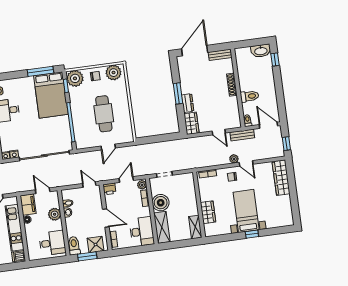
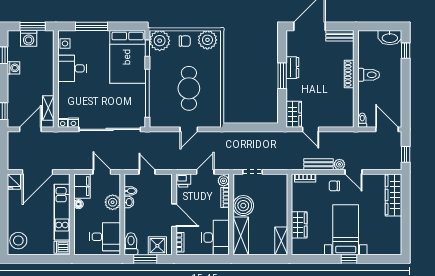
window: (40, 71) -> (92, 26), moved
toilet: (250, 96) -> (369, 75), moved
dresser: (188, 103) -> (292, 68), moved
door: (219, 132) -> (311, 129), moved
bench: (242, 135) -> (318, 164), moved
door: (89, 185) -> (147, 172), moved

